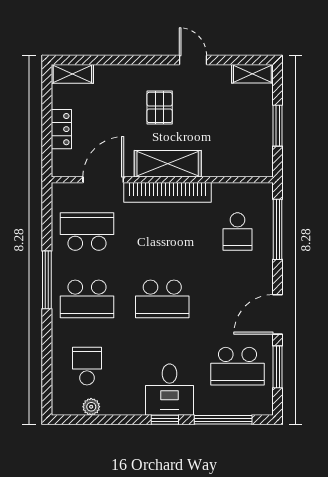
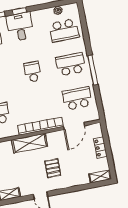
shelving: (168, 164) -> (30, 143), moved
school desk: (87, 232) -> (77, 98), turned 180
school desk: (162, 299) -> (33, 72), width x0.54
school desk: (87, 366) -> (64, 30), width x1.85

